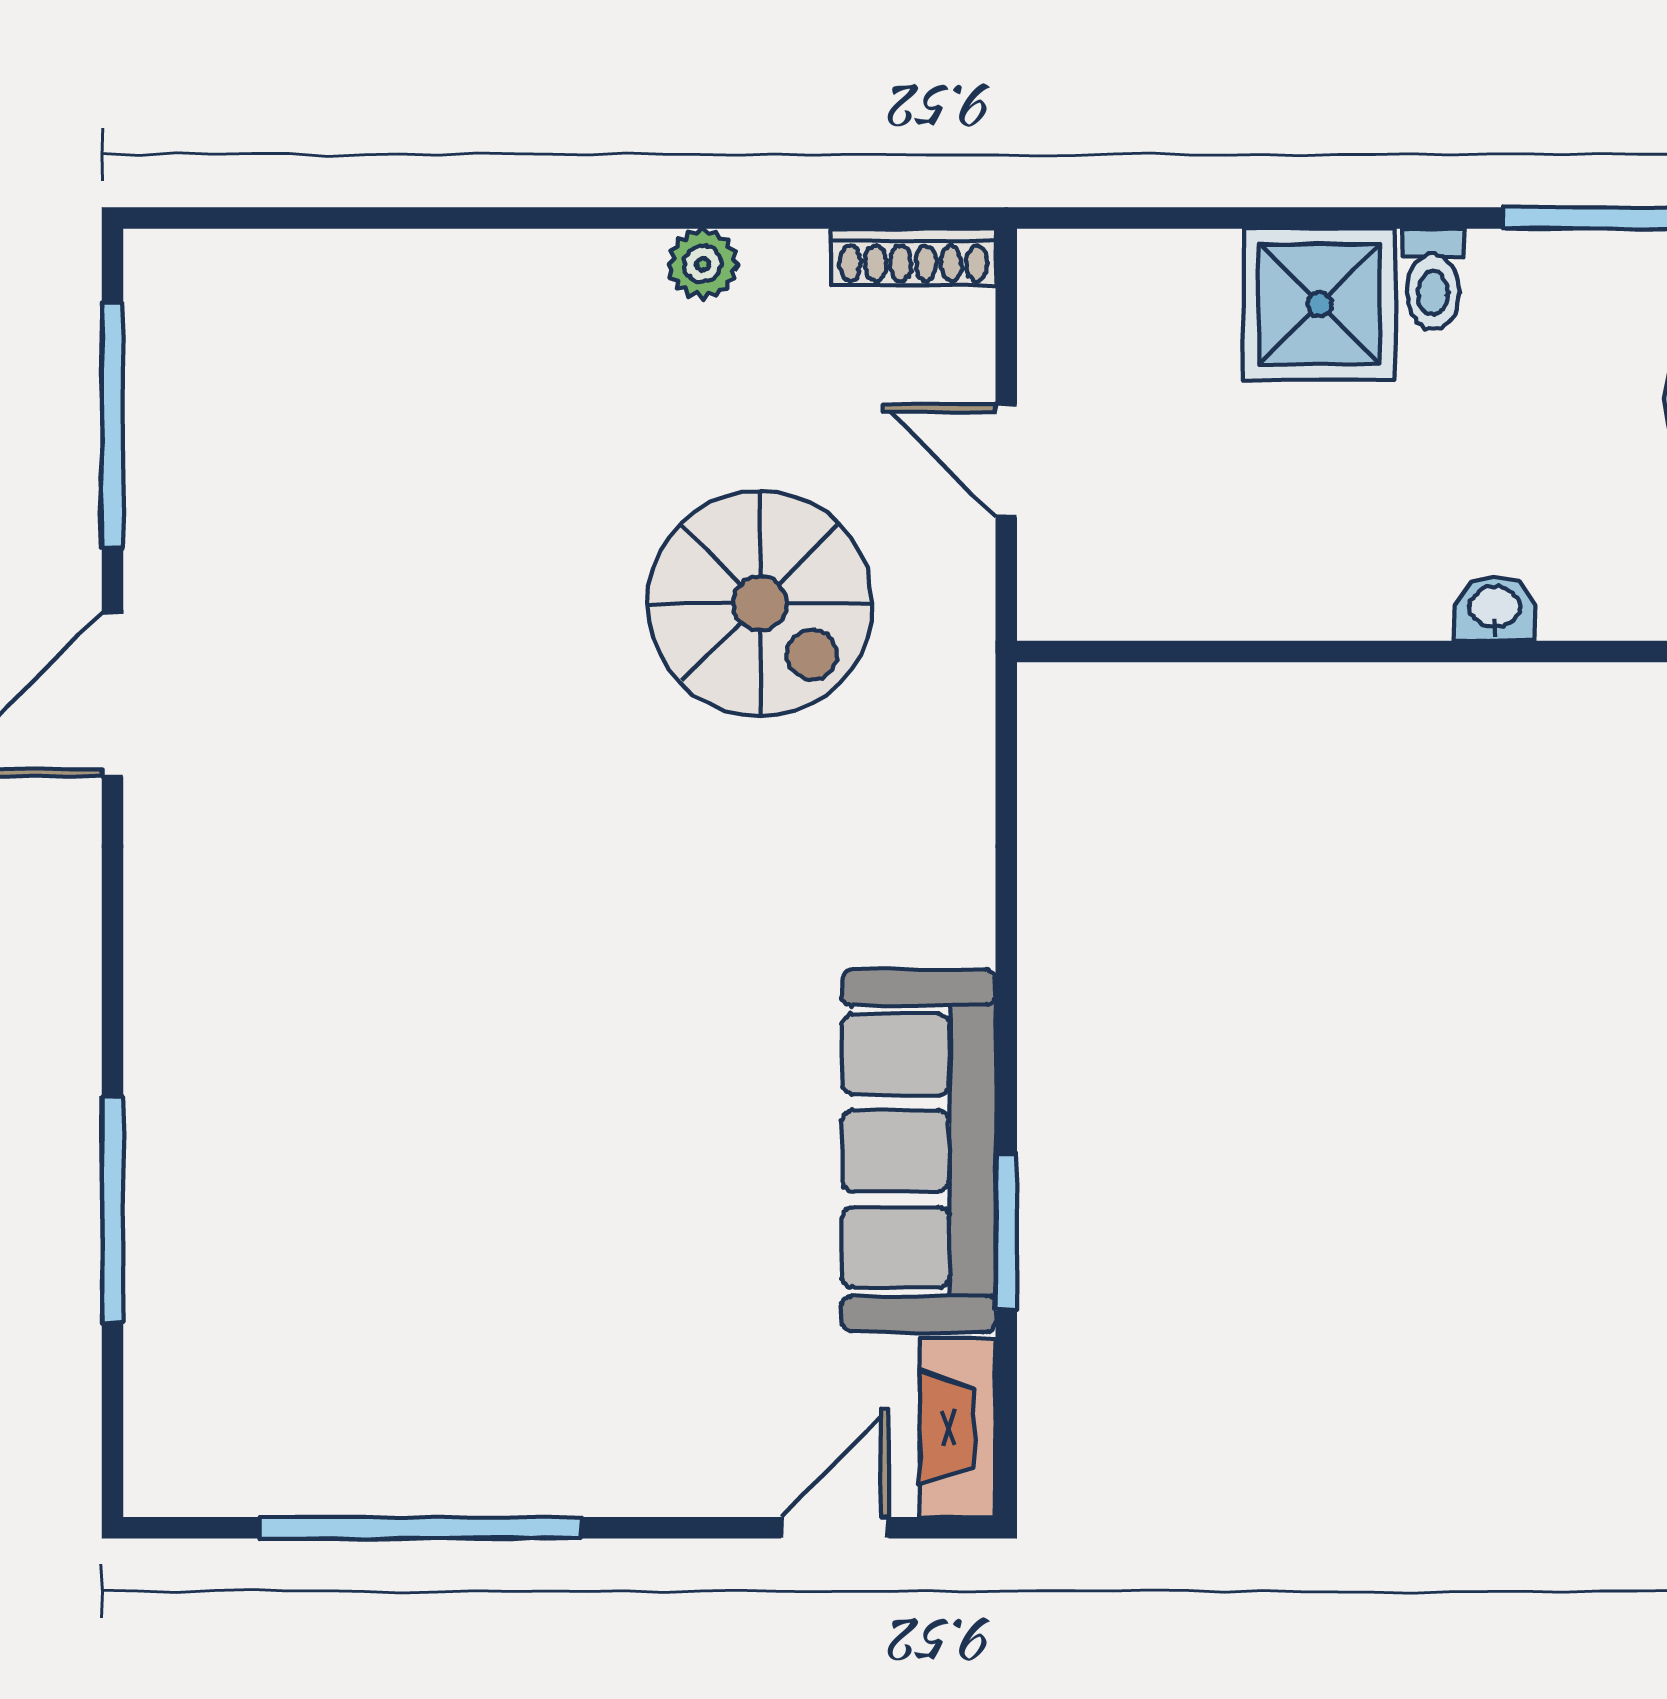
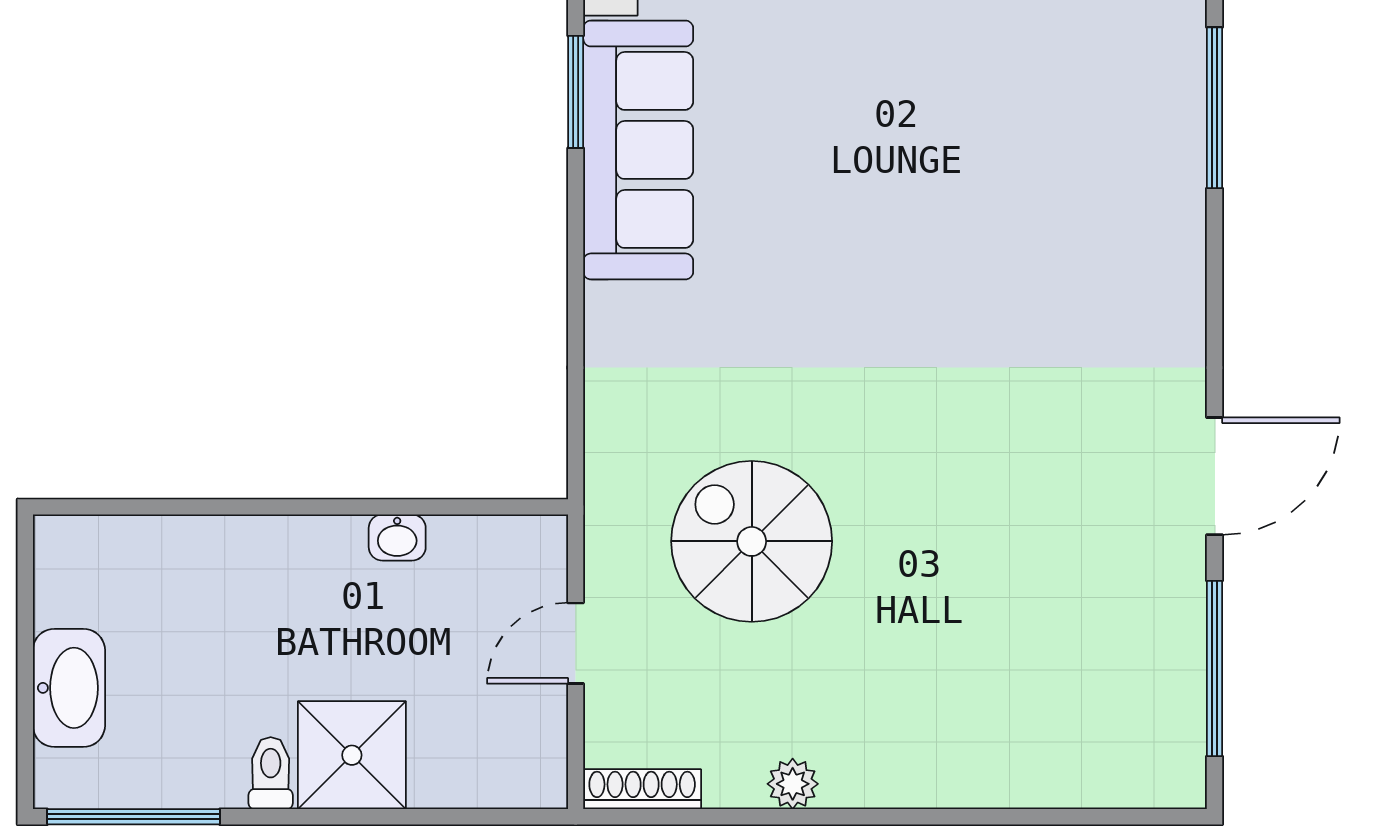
door: (1006, 461) -> (576, 643), swing flipped
washbasin: (1495, 609) -> (397, 538), moved

